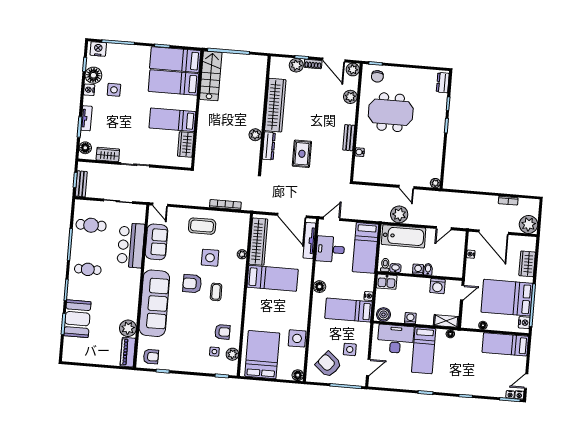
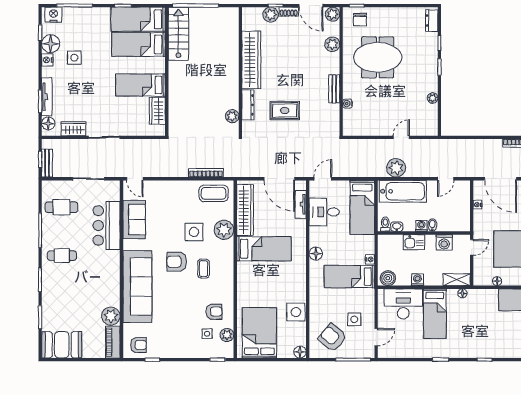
tv unit: (86, 118) -> (47, 97), width x1.41
plant: (255, 135) -> (232, 116), moved
rug: (302, 154) -> (285, 110), turned 90
plant: (435, 183) -> (433, 98), moved
door: (406, 187) -> (401, 137), swing flipped
coffee table: (202, 226) -> (214, 193), moved
tv unit: (309, 241) -> (301, 204), width x0.71
plant: (242, 254) -> (224, 230), width x1.87, depth x1.87
kitchen sink: (387, 282) -> (414, 242), moved
booth: (77, 319) -> (62, 345), moved, turned 90

